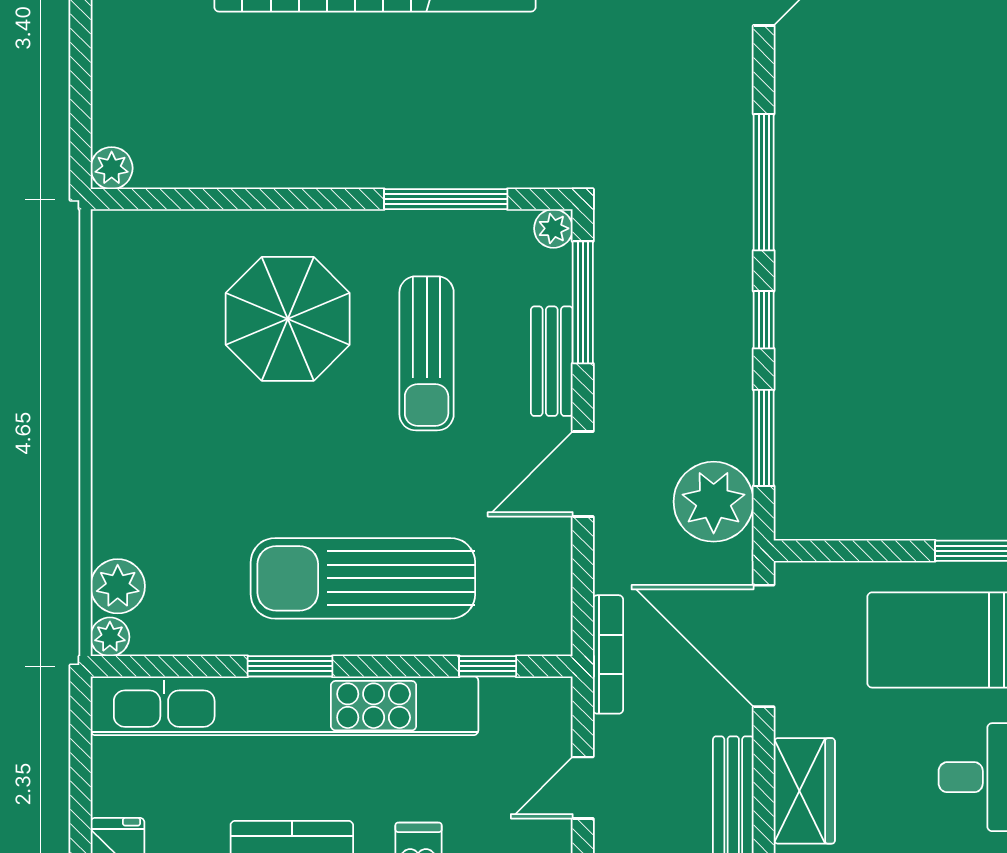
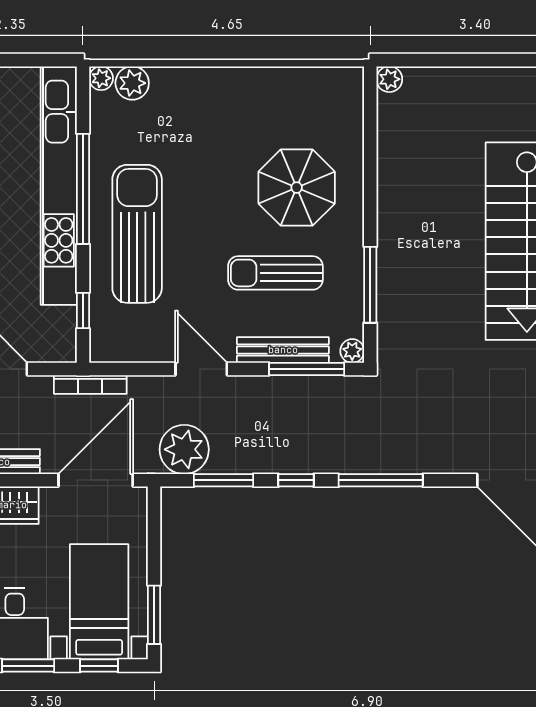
bench: (552, 361) -> (283, 350), width x1.36
window: (290, 666) -> (83, 189), width x2.11

